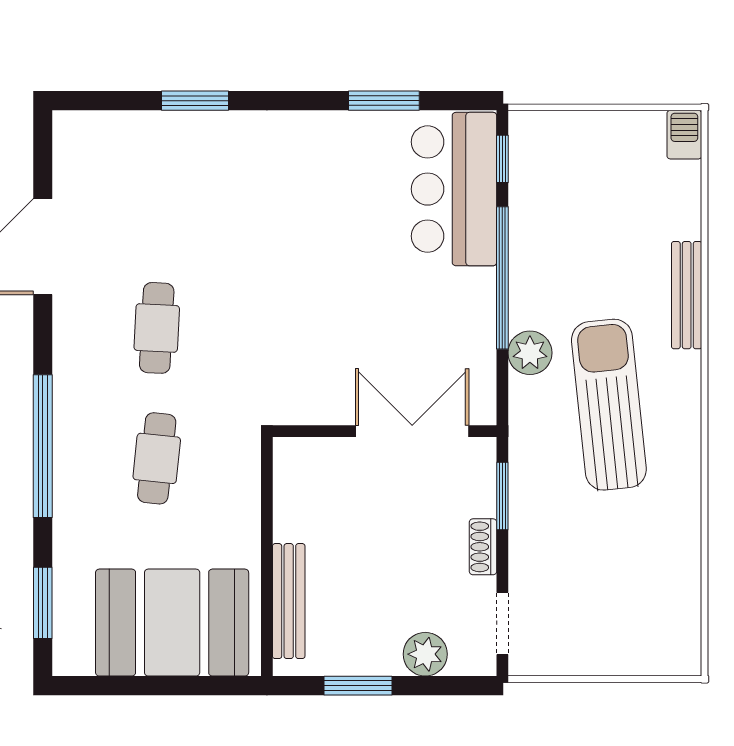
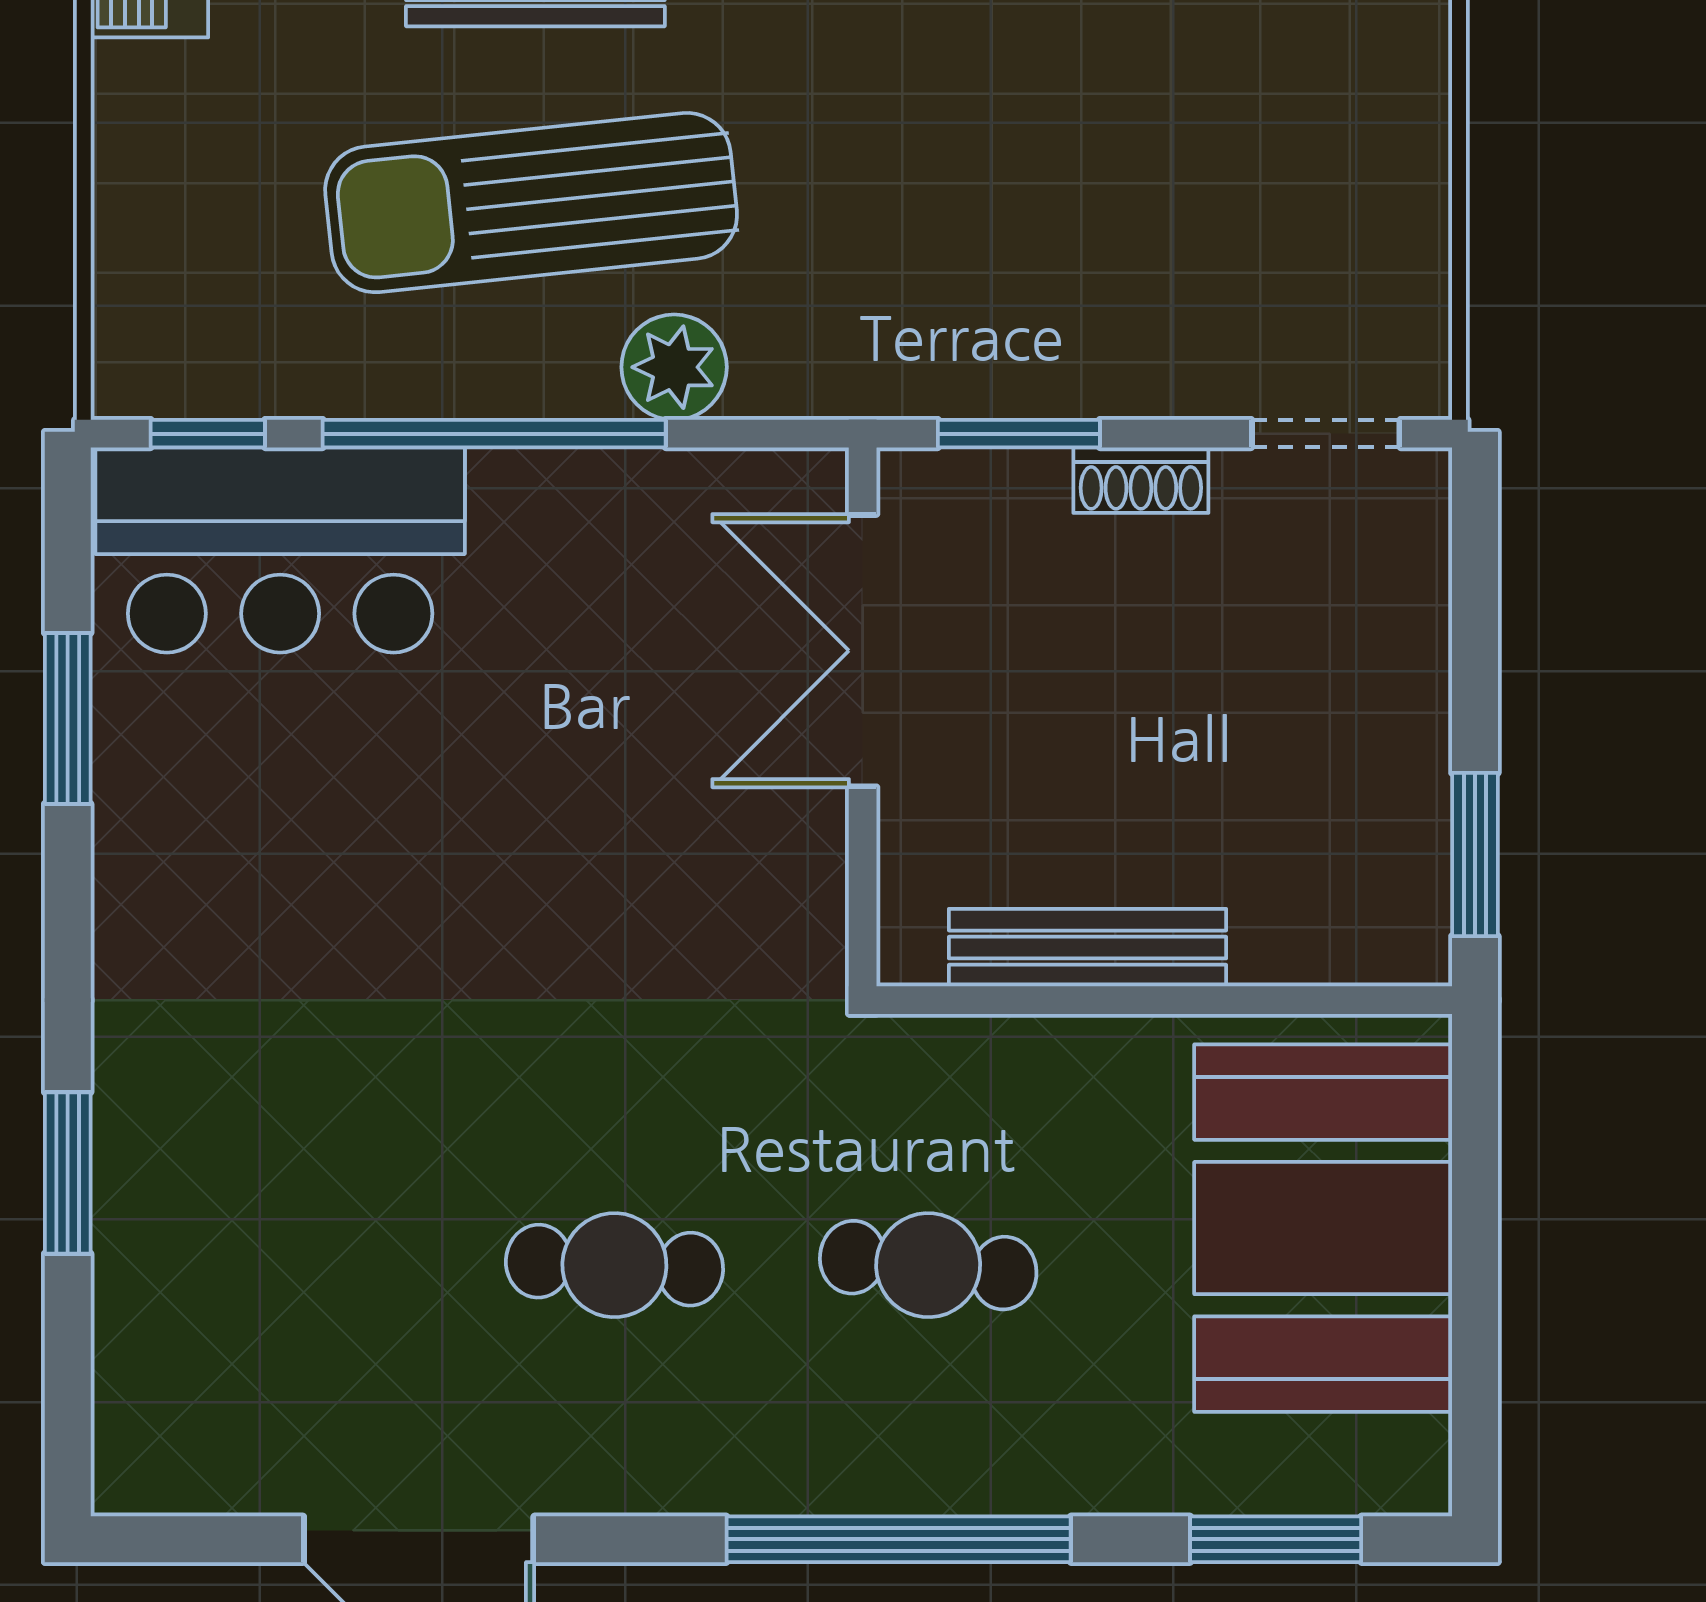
sun lounger: (609, 405) -> (531, 203), moved
bench: (289, 601) -> (1088, 948), moved
plant: (425, 654) -> (1399, 619), removed
window: (358, 686) -> (1475, 854), moved

